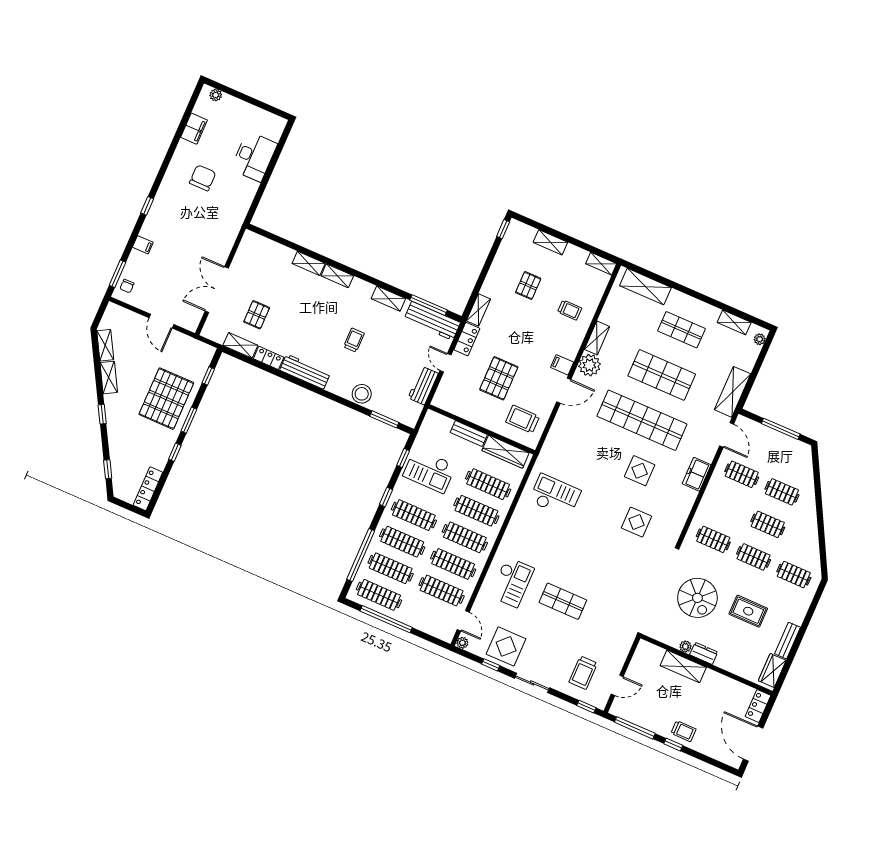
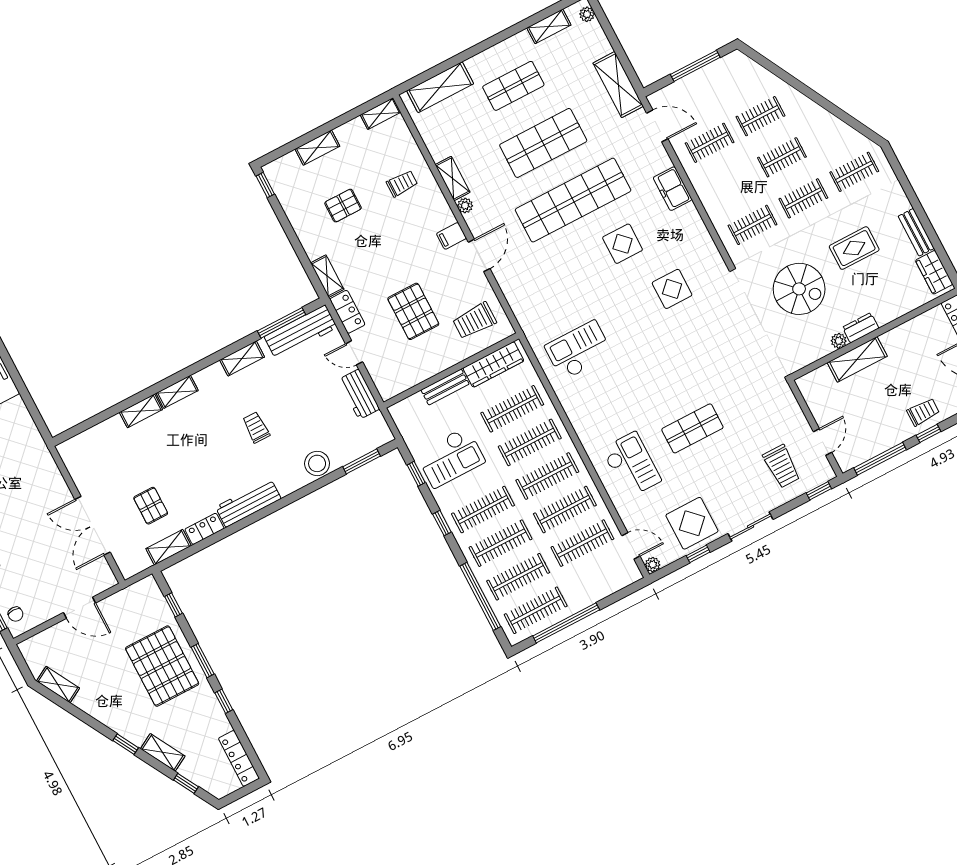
pallet: (528, 285) -> (343, 206), turned 90
plant: (589, 365) -> (465, 206), width x0.53, depth x0.53
shelving: (109, 377) -> (163, 752), moved

